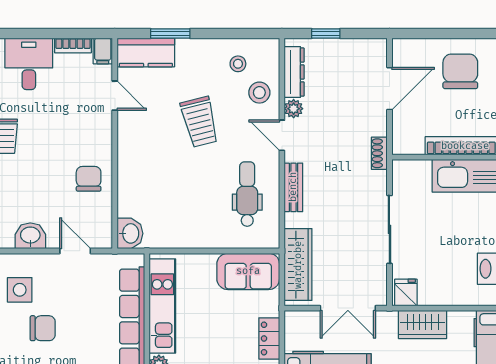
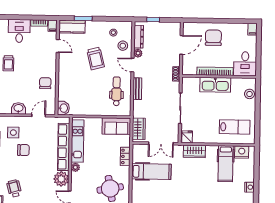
door: (75, 251) -> (39, 116), hinge flipped
wardrobe: (298, 265) -> (139, 129), width x0.67

